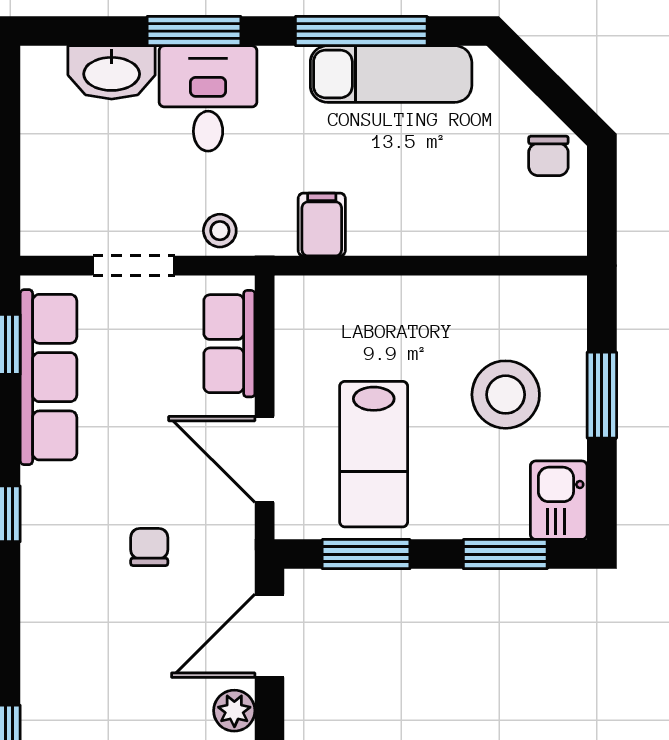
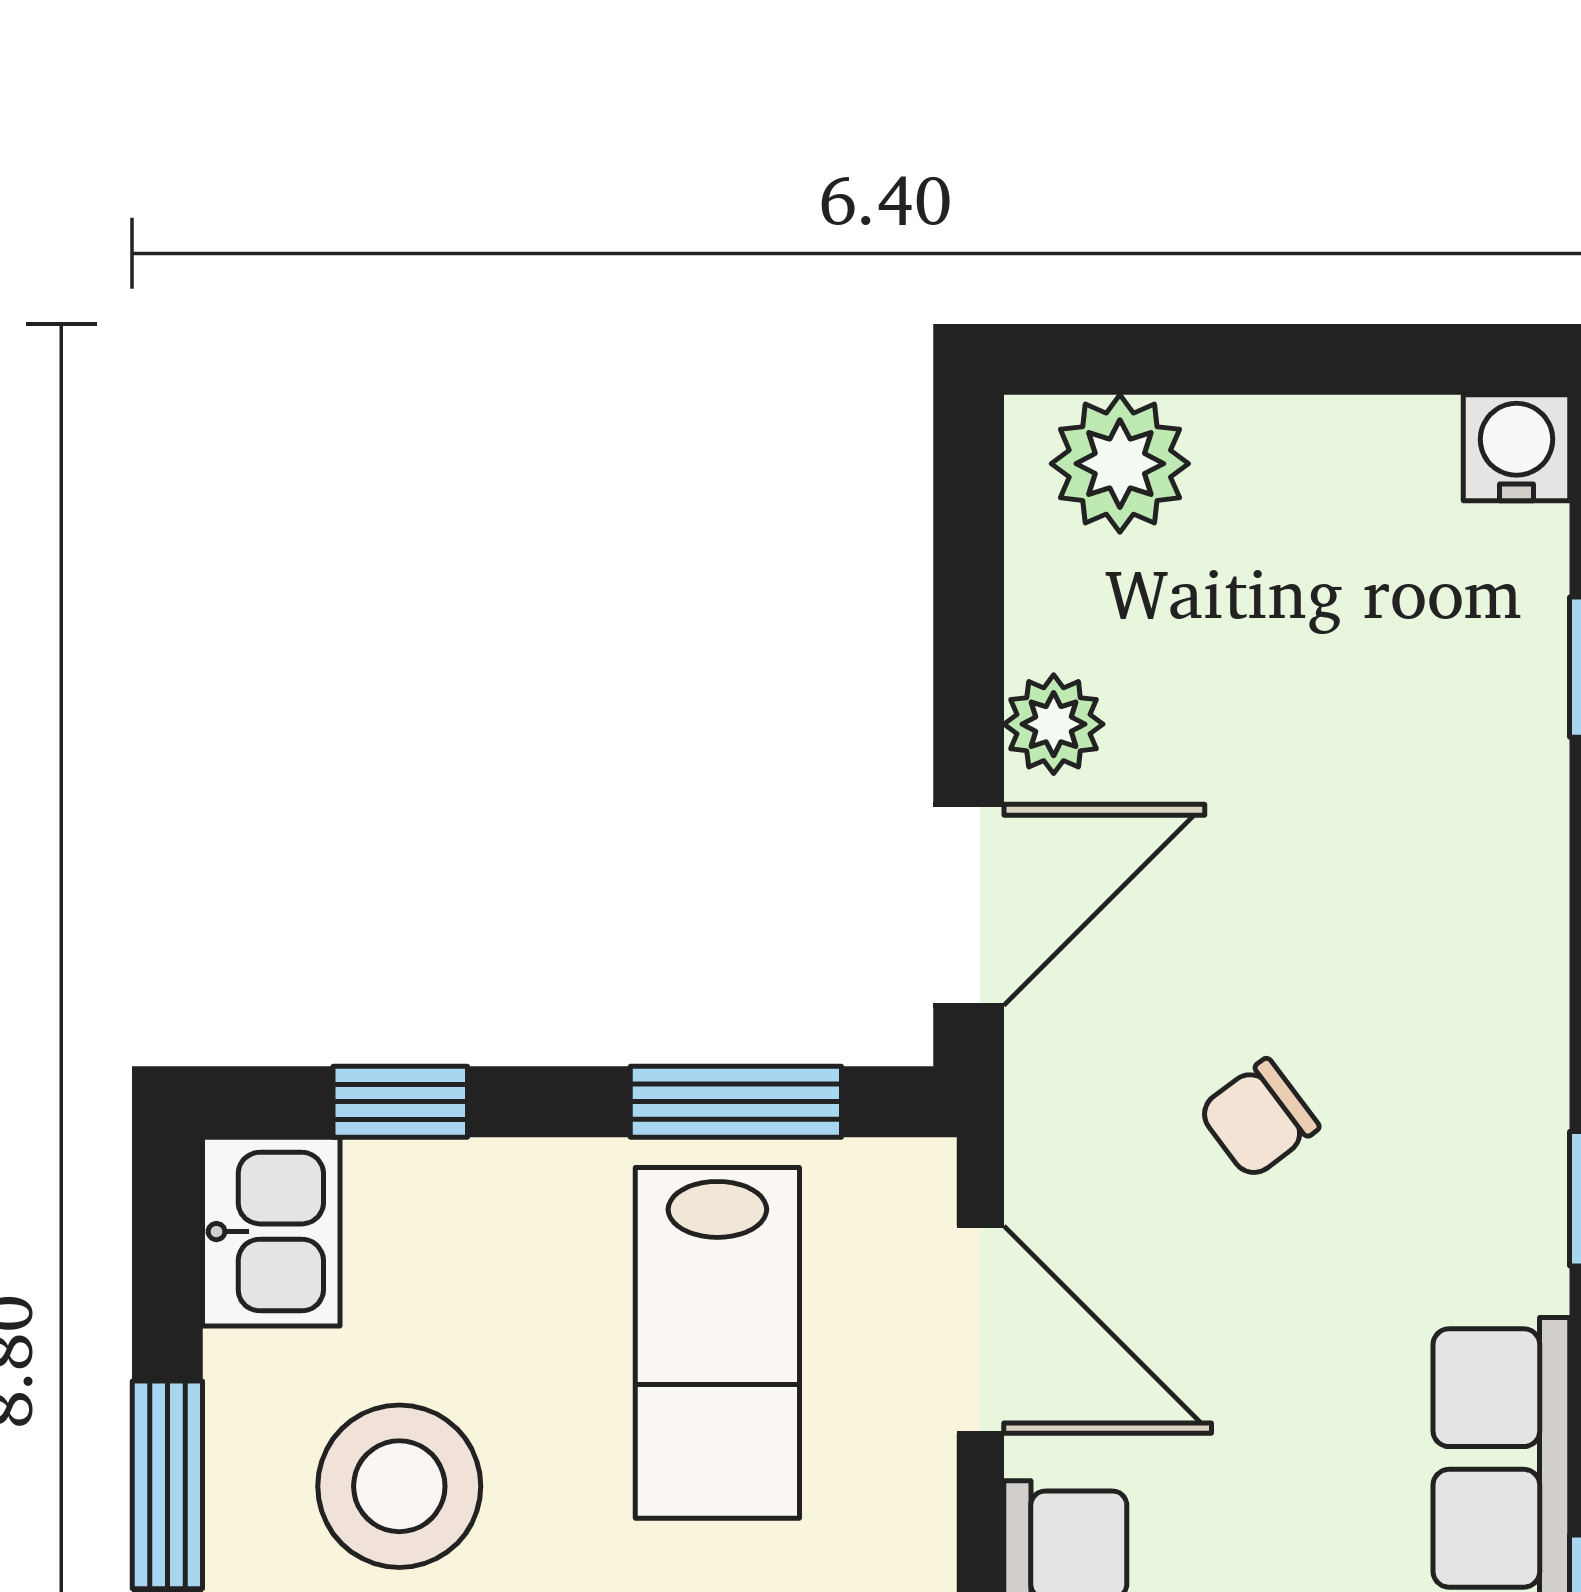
lab bench: (374, 454) -> (717, 1343), turned 180
chair: (149, 547) -> (1259, 1119), turned 53
window: (505, 554) -> (400, 1102), width x0.67

